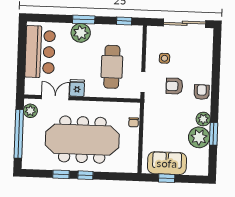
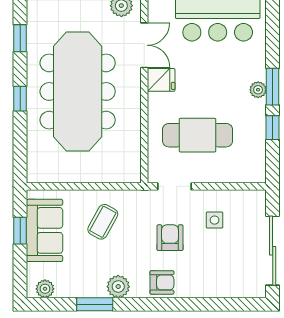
window: (124, 21) -> (273, 128), moved
plant: (81, 33) -> (258, 90), width x0.53, depth x0.53
chair: (134, 122) -> (109, 174), removed
coffee table: (163, 127) -> (103, 222), added
plant: (199, 137) -> (45, 289), moved, width x0.53, depth x0.53
window: (61, 174) -> (20, 38), moved

